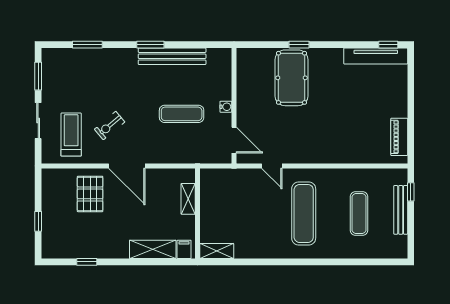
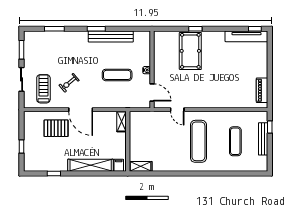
pallet: (90, 194) -> (56, 128), turned 90
shelving: (188, 199) -> (121, 122), moved
shelving: (153, 249) -> (91, 165), width x1.47

